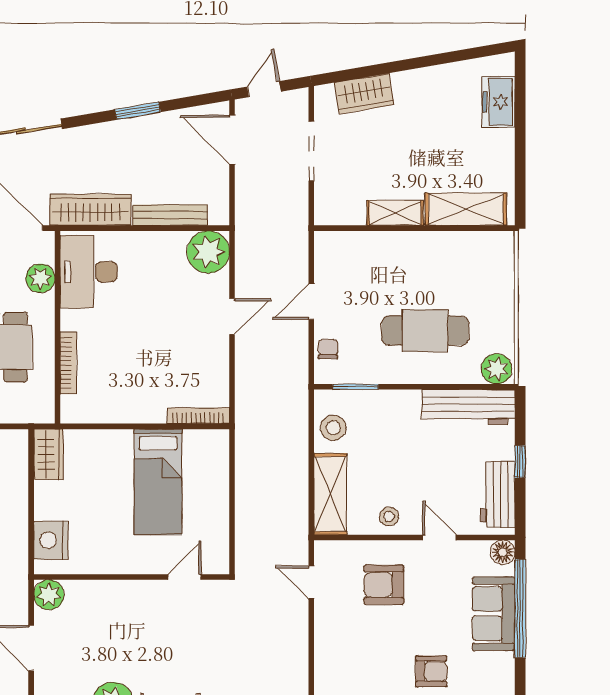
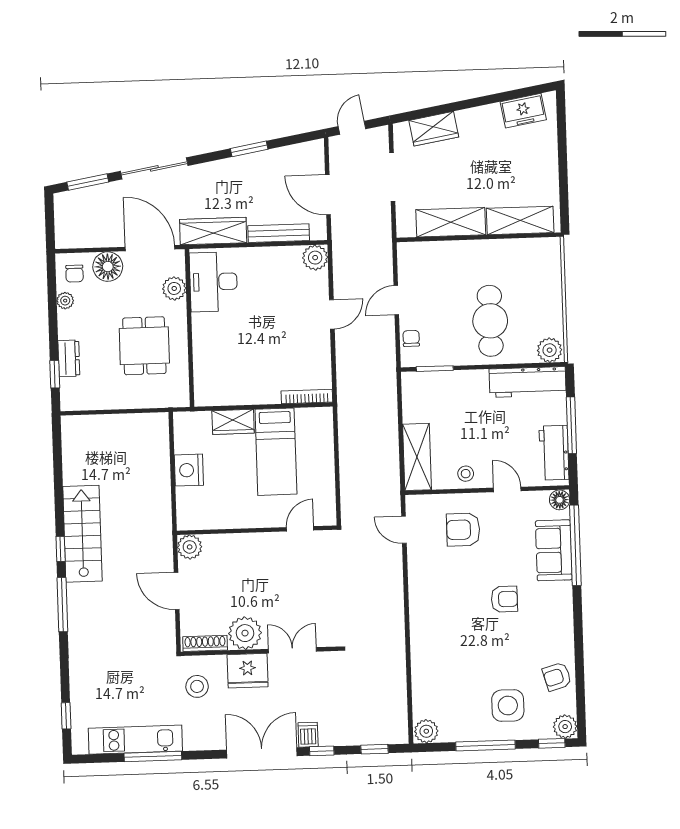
freezer: (498, 102) -> (523, 111), moved, turned -100
door: (232, 140) -> (328, 195), moved
shelving: (395, 213) -> (451, 222), width x1.50, depth x1.33
plant: (208, 252) -> (315, 258), width x0.73, depth x0.73
cafe table: (425, 331) -> (490, 321), turned 90
bookcase: (68, 363) -> (199, 357), removed
stool: (333, 428) -> (418, 403), removed
wardrobe: (48, 454) -> (233, 422), moved, turned 90
window: (520, 462) -> (571, 425), width x2.17
nightstand: (51, 540) -> (189, 470), moved

